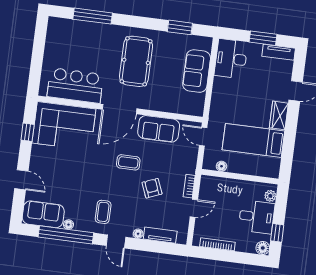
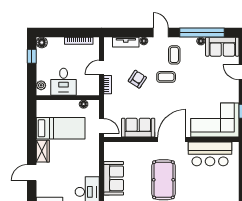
coffee table: (128, 162) -> (166, 77), moved
armchair: (152, 188) -> (137, 79), turned -125
desk: (257, 217) -> (64, 82), moved, turned -90

